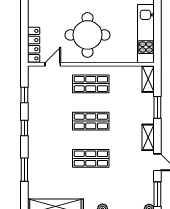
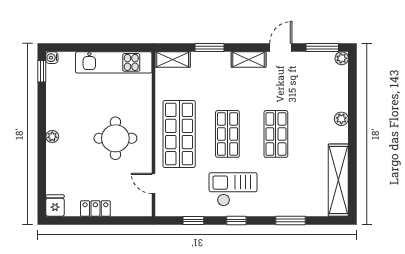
round table: (88, 35) -> (115, 138), width x0.73, depth x0.73
locker: (34, 45) -> (95, 208), moved, width x0.66
shop shelf: (91, 84) -> (179, 134), width x1.43, depth x1.36
checkout: (48, 125) -> (233, 189), added

